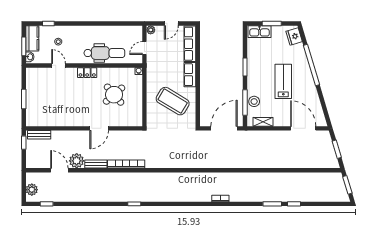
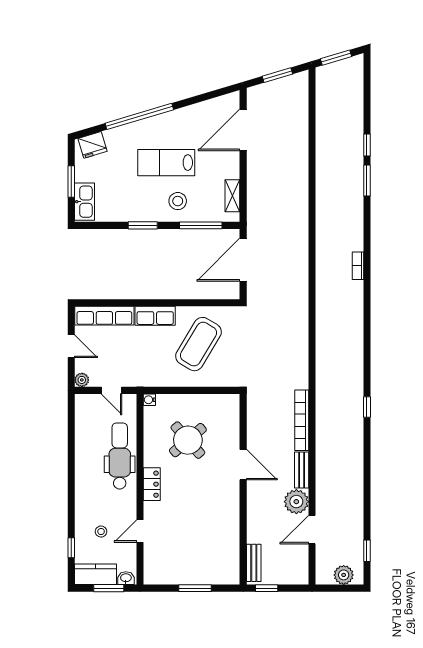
stool: (254, 101) -> (178, 201), moved
door: (224, 128) -> (243, 260), hinge flipped

